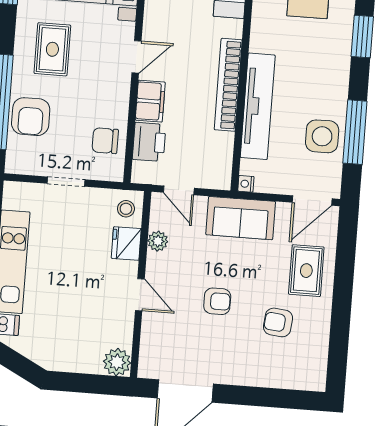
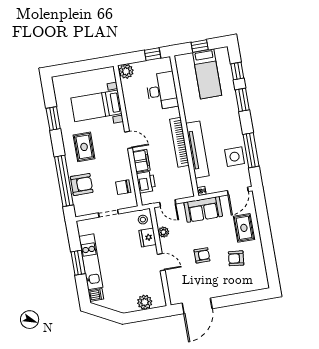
door: (137, 57) -> (128, 140), hinge flipped
armchair: (31, 117) -> (82, 184), turned -90
plant: (117, 362) -> (145, 302), moved

